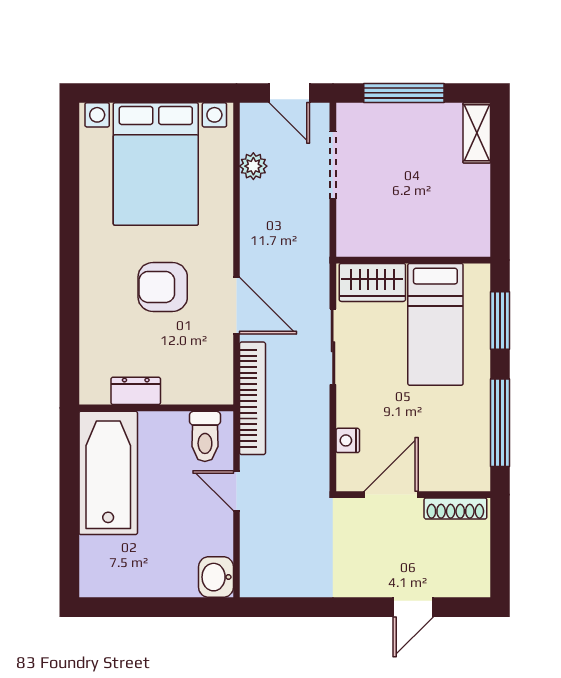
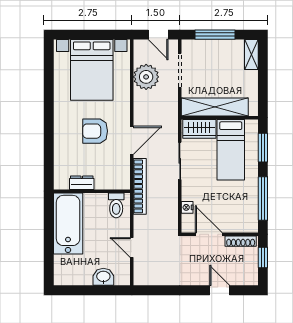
plant: (253, 166) -> (146, 77), width x1.87, depth x1.87
shelving: (403, 239) -> (215, 107), added
door: (237, 306) -> (132, 140), hinge flipped
door: (237, 491) -> (132, 248), moved
door: (391, 495) -> (209, 234), hinge flipped
window: (500, 541) -> (263, 257), added
washbasin: (216, 577) -> (103, 277), moved, turned 90
door: (413, 607) -> (220, 290), swing flipped

